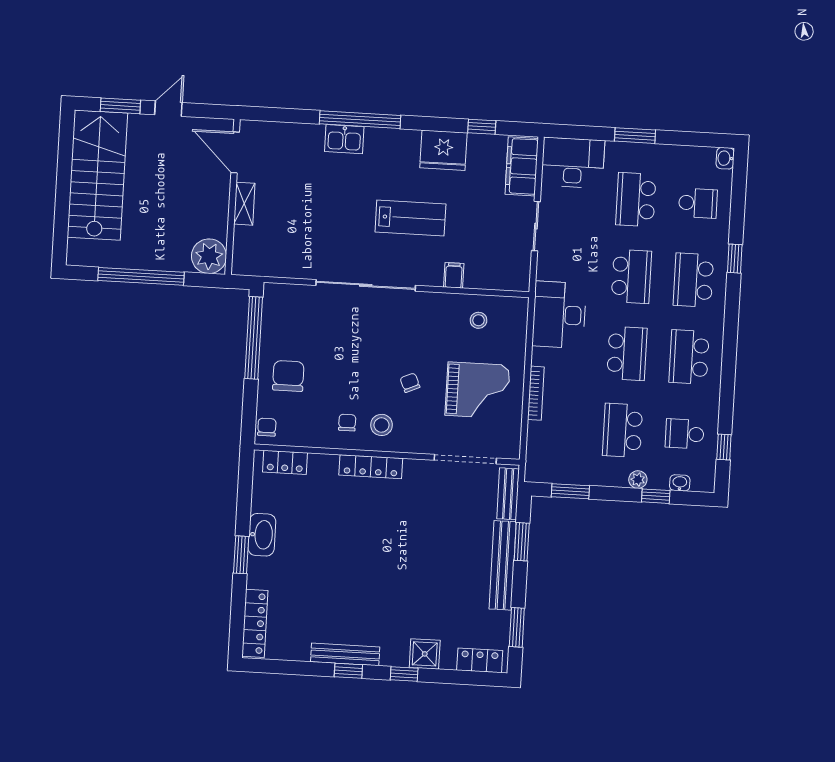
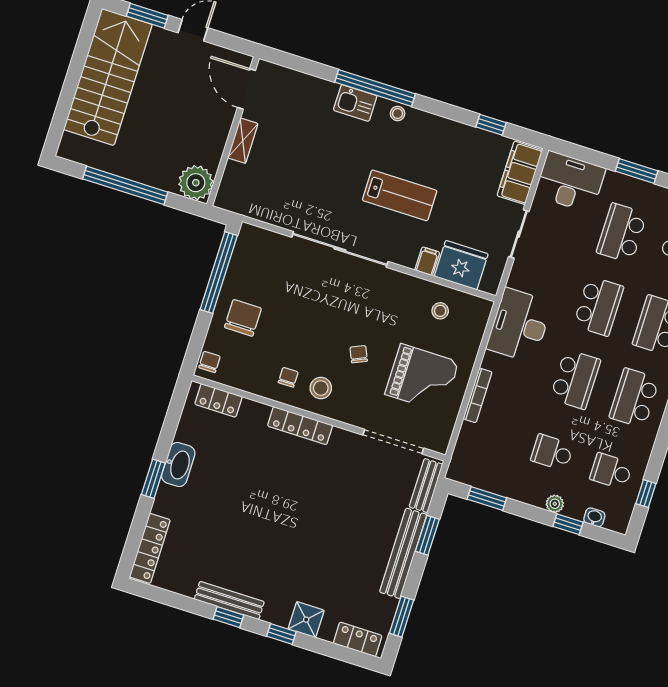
stool: (388, 139) -> (398, 114), added
fridge: (443, 150) -> (461, 265), moved, turned 180
school desk: (623, 430) -> (552, 452), width x0.54

